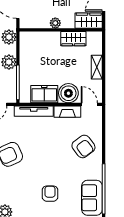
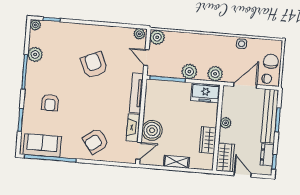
freezer: (44, 94) -> (205, 93), moved, turned 90
armchair: (50, 194) -> (50, 103), turned 90

